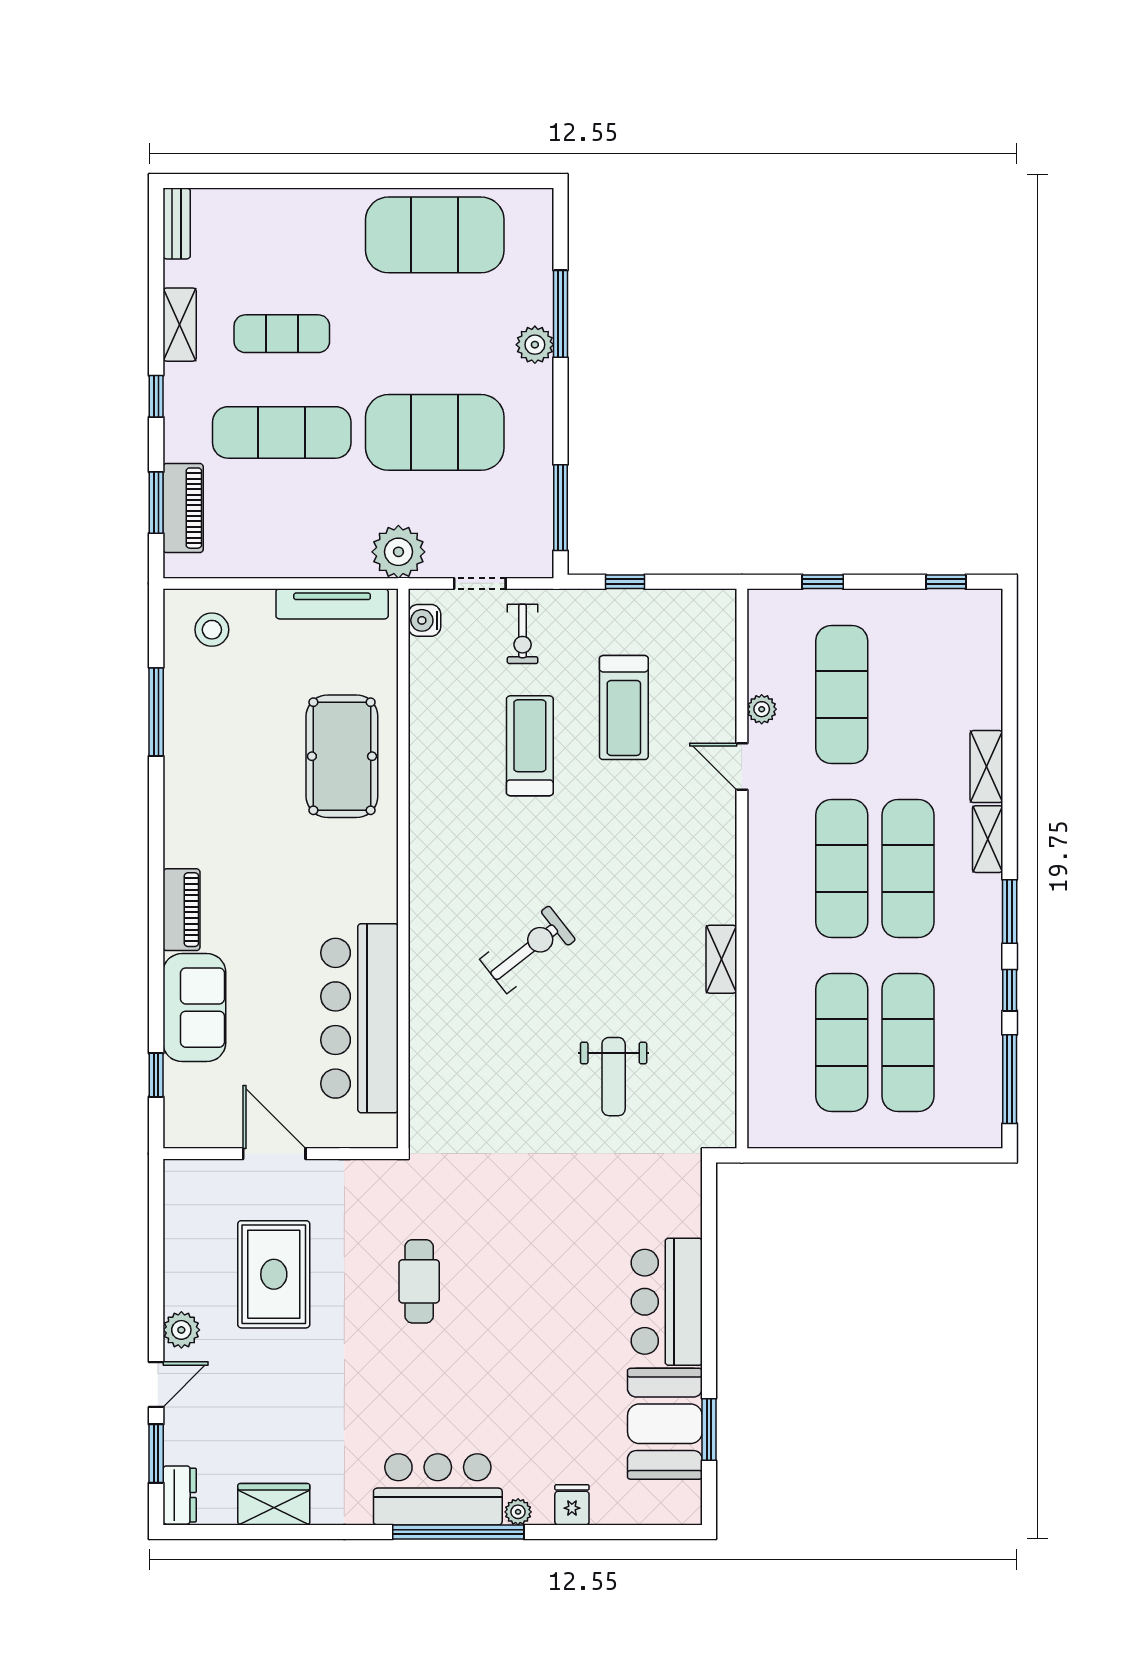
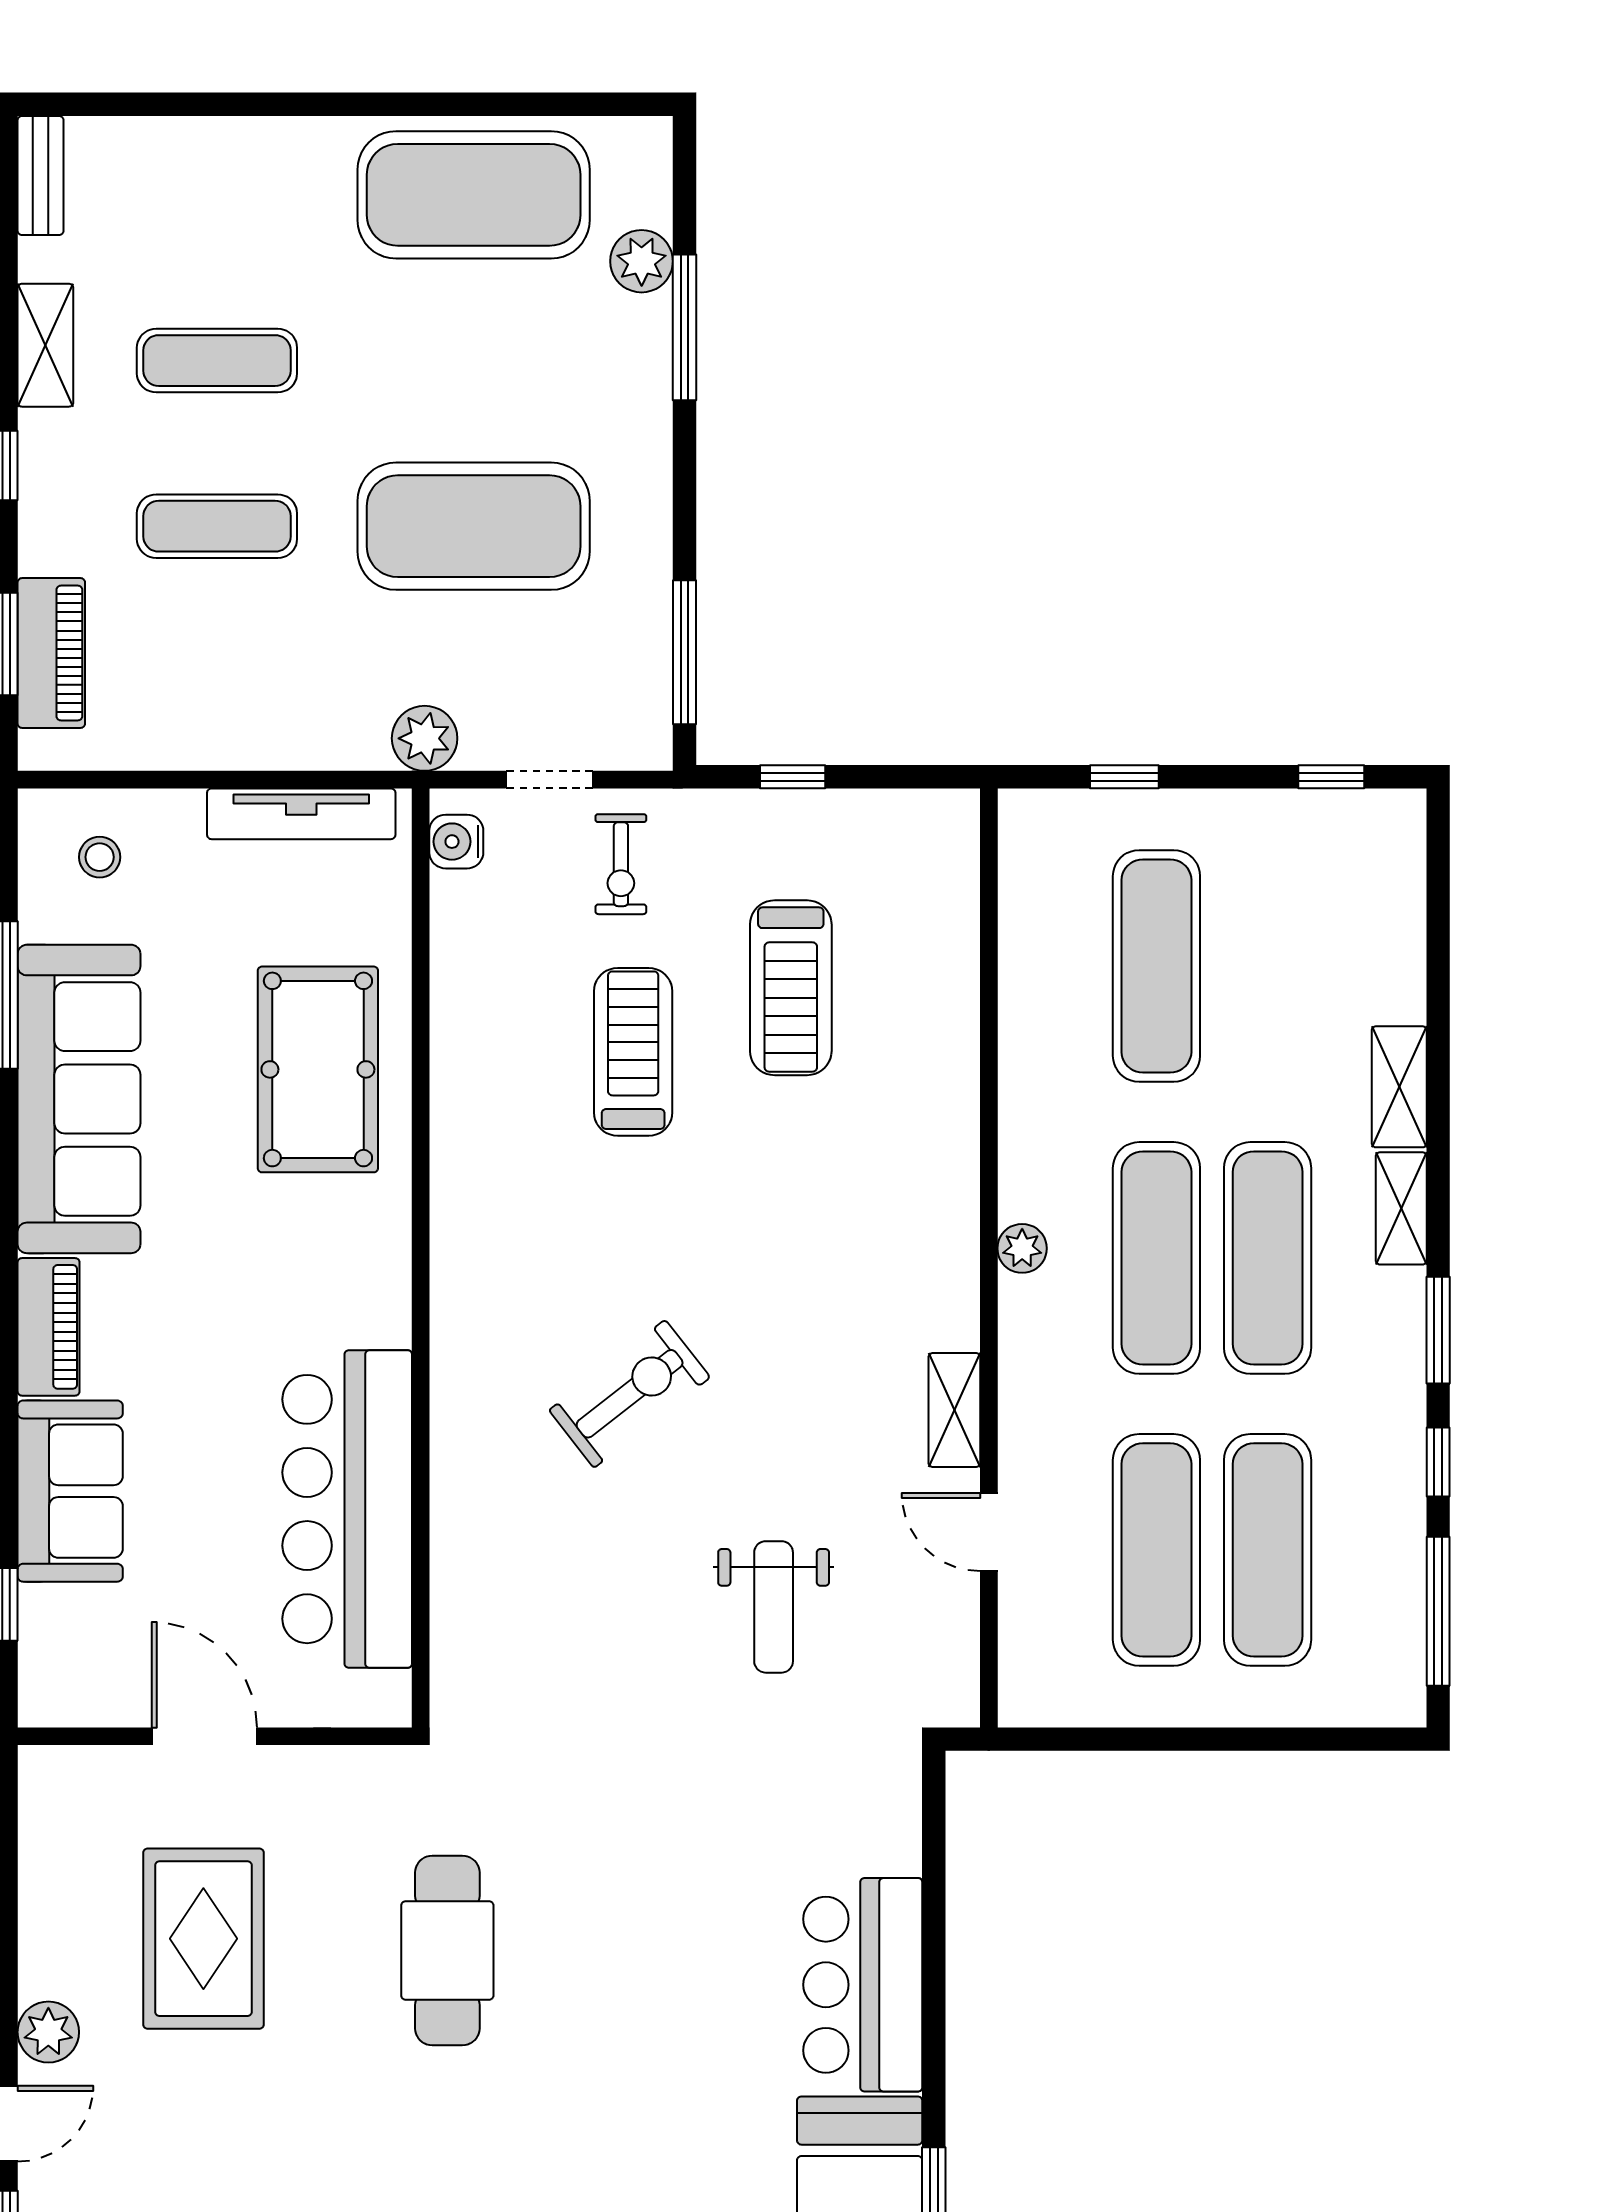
plant: (535, 345) -> (642, 261), moved
exercise mat: (282, 432) -> (217, 526), width x0.73, depth x0.69
plant: (398, 552) -> (425, 738), width x0.73, depth x0.73
stool: (212, 630) -> (100, 857), width x0.73, depth x0.73
plant: (762, 709) -> (1022, 1248), moved
door: (742, 766) -> (989, 1532), moved
sofa: (200, 774) -> (79, 1099), added
cafe table: (419, 1281) -> (447, 1950), width x1.37, depth x1.35

